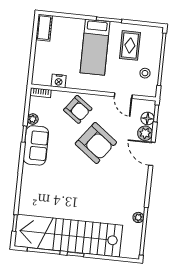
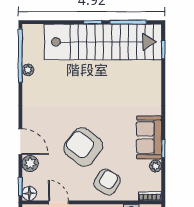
armchair: (78, 109) -> (107, 182), turned 85
floor lamp: (147, 119) -> (29, 193), moved

